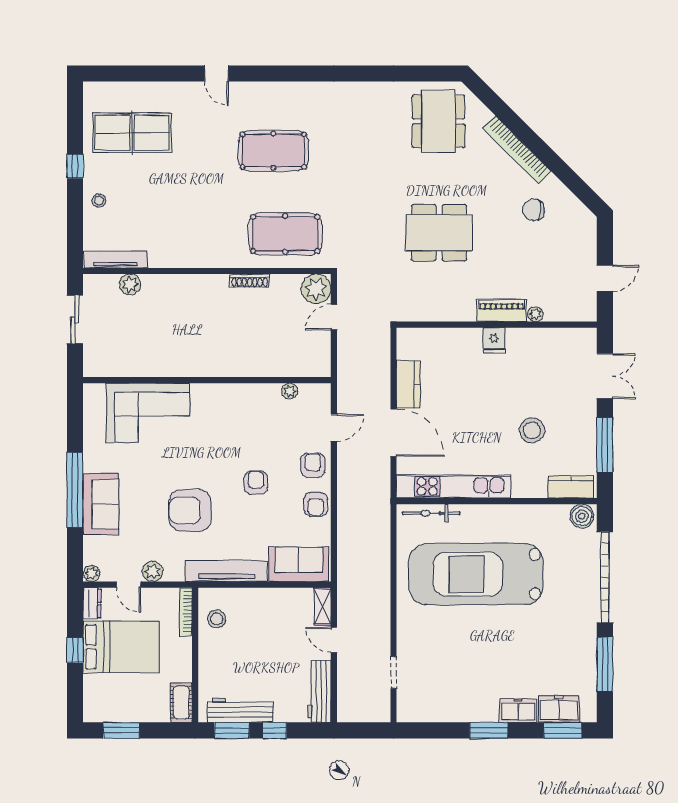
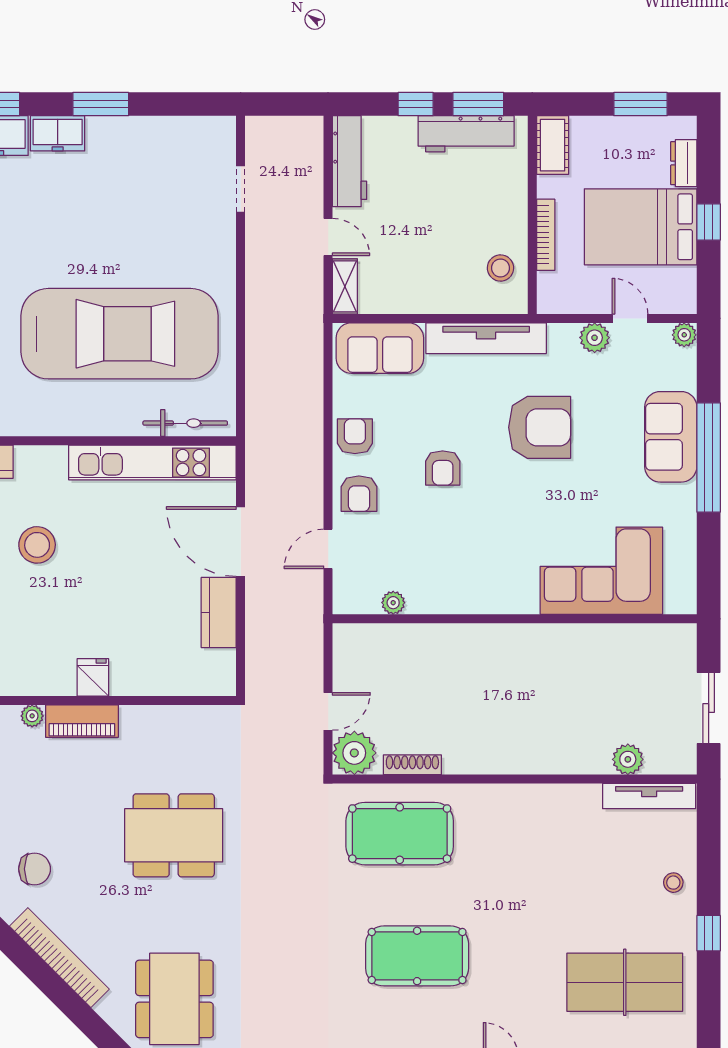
shoe rack: (250, 281) -> (412, 765), moved
dresser: (92, 603) -> (684, 163), moved
bookcase: (186, 612) -> (546, 235), moved

